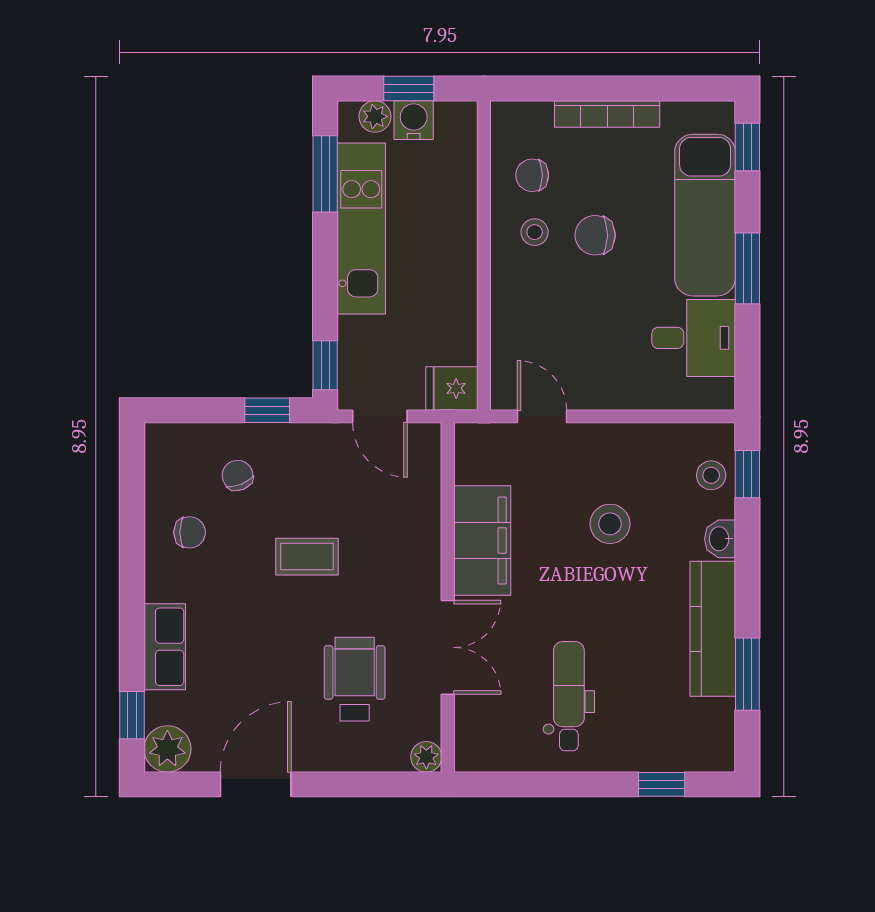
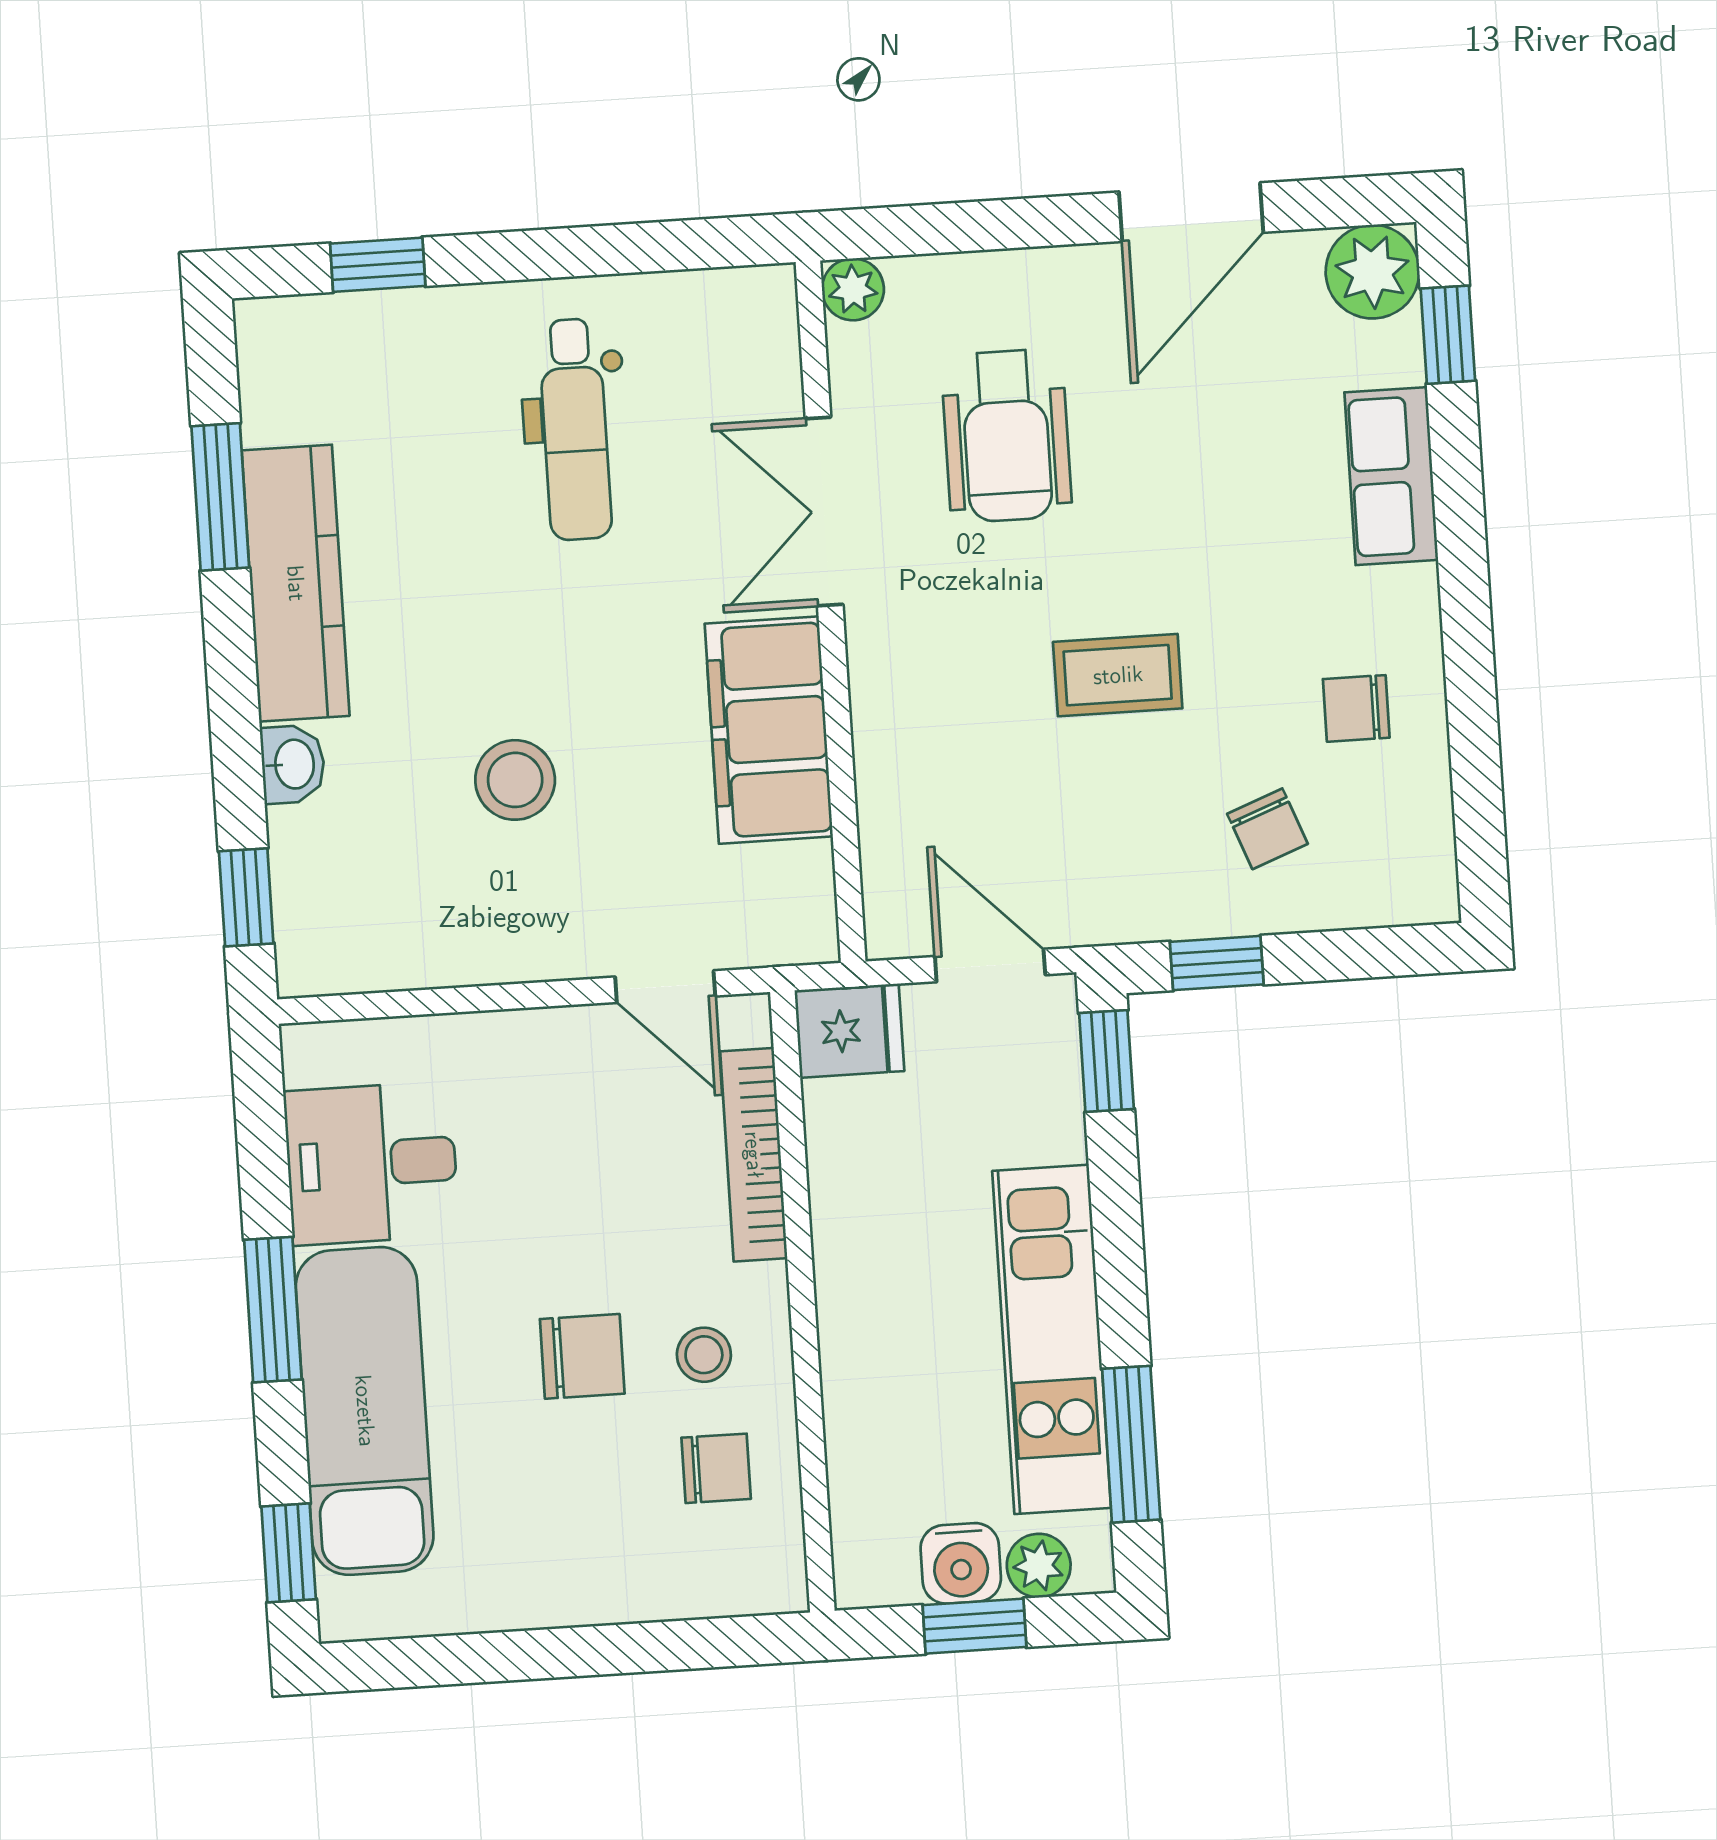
bookcase: (607, 114) -> (754, 1155), moved, turned -90
stool: (711, 475) -> (319, 890), removed

